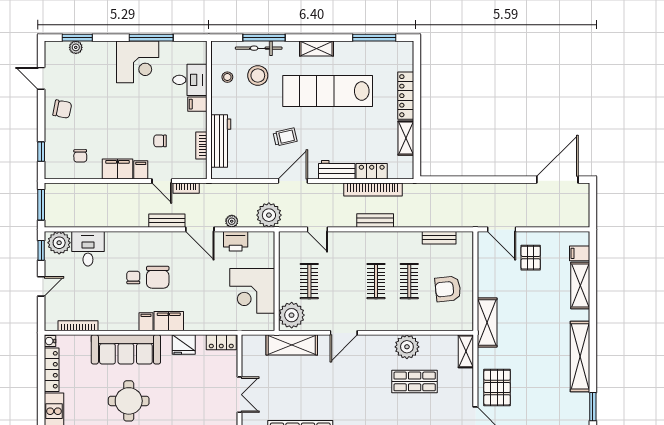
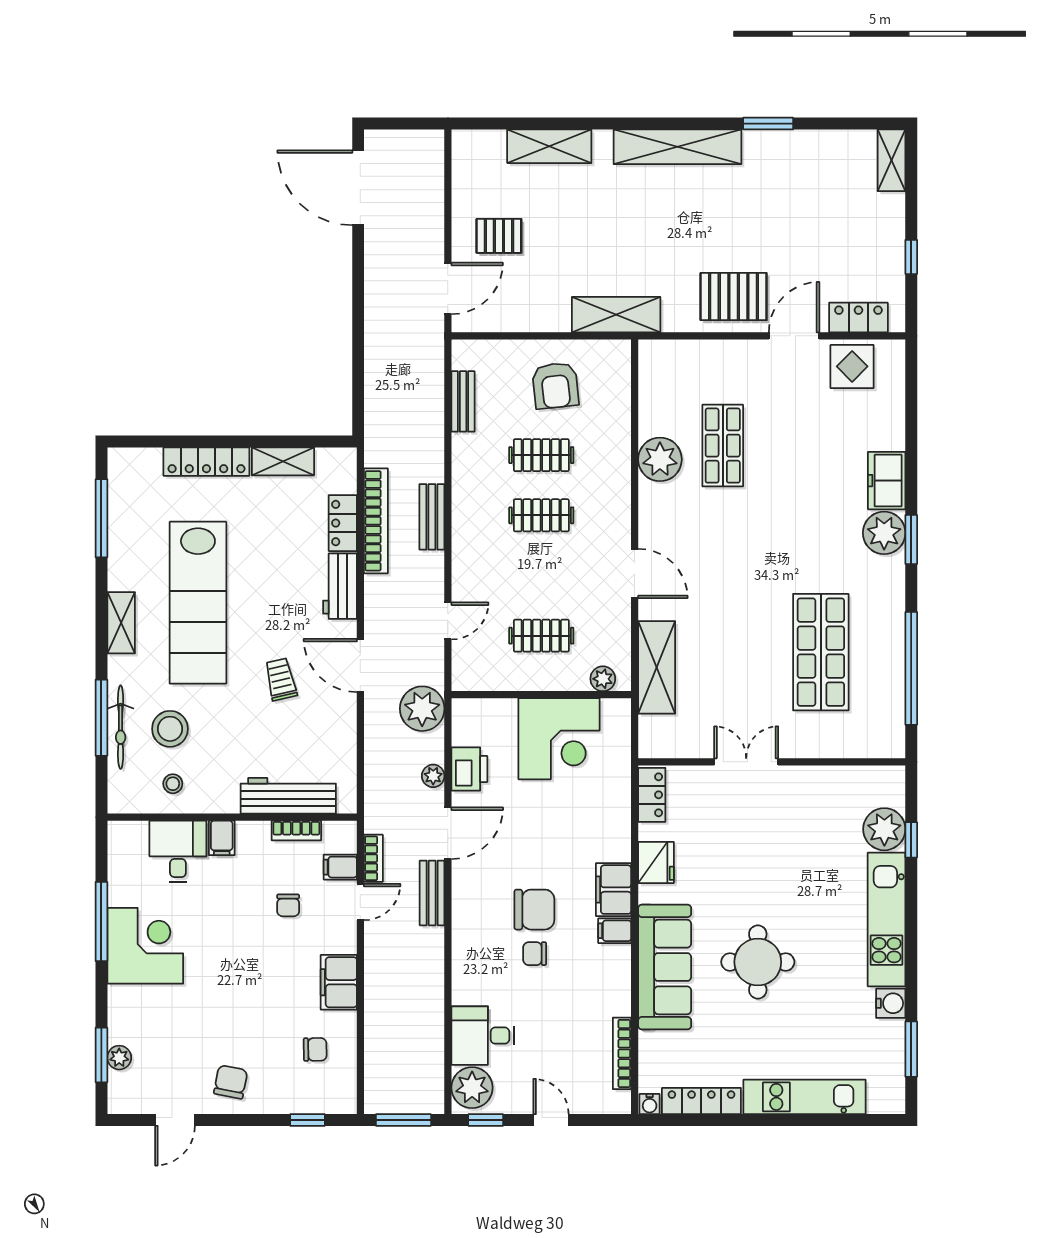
filing cabinet: (141, 170) -> (340, 867), moved
filing cabinet: (580, 253) -> (491, 148), removed
plant: (292, 315) -> (603, 679), width x0.53, depth x0.53
shelving: (466, 351) -> (668, 353), removed

